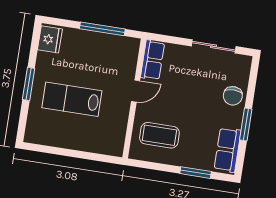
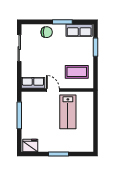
lab bench: (72, 99) -> (68, 112), moved
coffee table: (159, 135) -> (77, 72), turned 90

